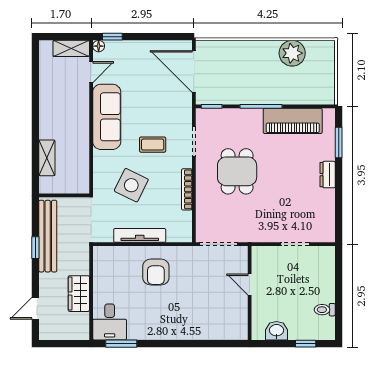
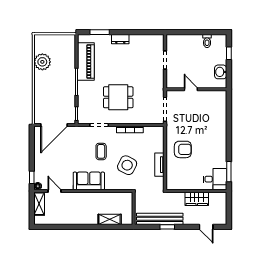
sofa: (107, 117) -> (89, 181), width x0.73
tv unit: (140, 235) -> (159, 165), width x0.71
door: (250, 285) -> (191, 89), swing flipped

